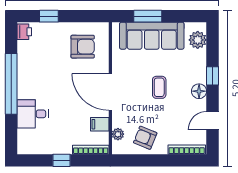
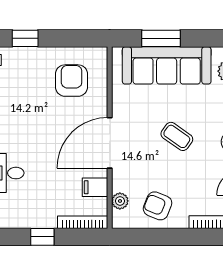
armchair: (83, 47) -> (72, 81), turned -90
coffee table: (159, 87) -> (177, 136), turned -55
door: (110, 92) -> (110, 143), hinge flipped

